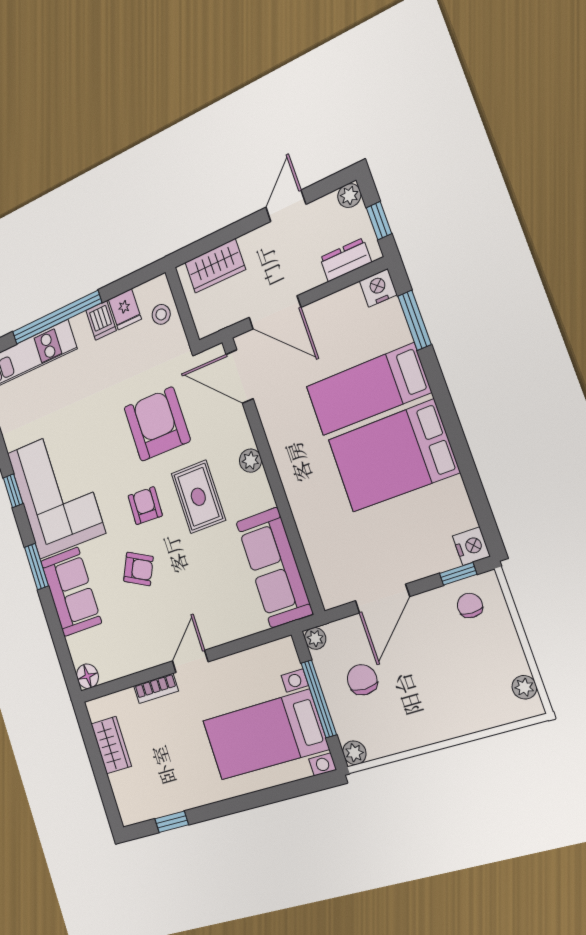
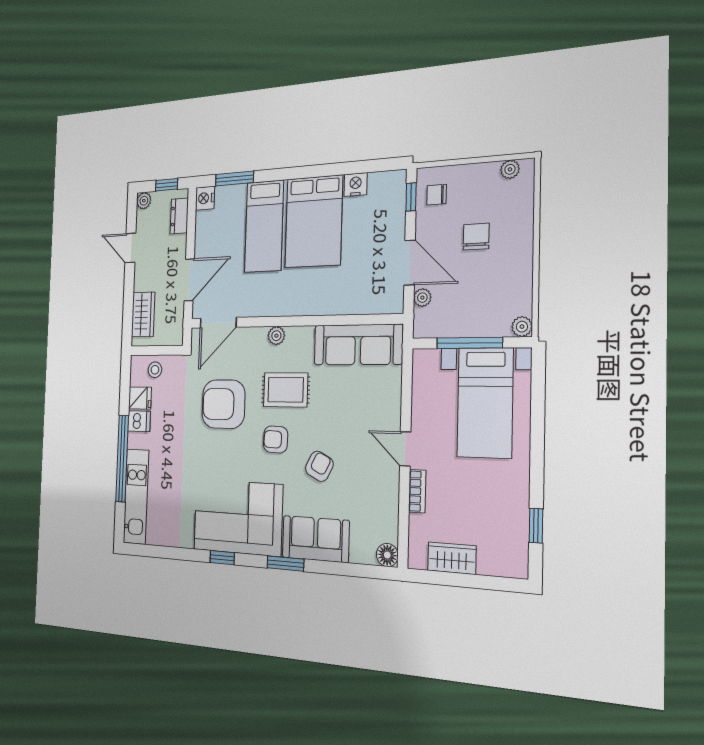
nightstand: (471, 546) -> (356, 185), moved
plant: (315, 638) -> (422, 298), moved
chair: (362, 680) -> (476, 237), moved, turned 90

